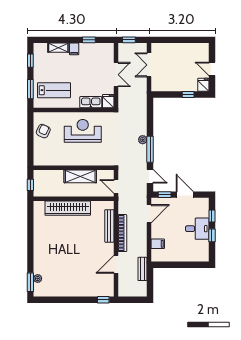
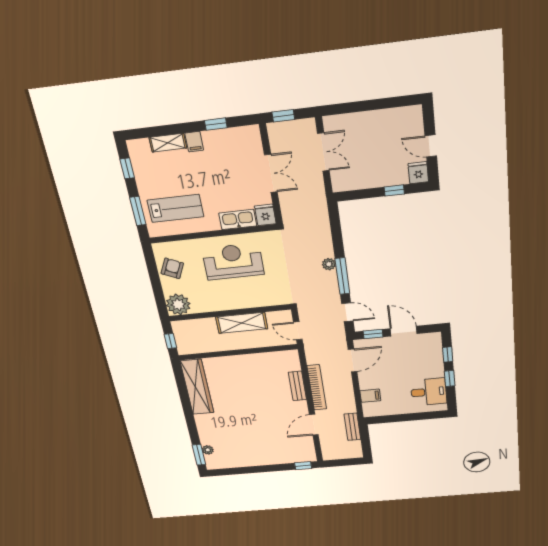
double door: (149, 65) -> (323, 152), swing flipped
plant: (41, 158) -> (178, 304), added
wardrobe: (68, 208) -> (197, 387), moved, turned -90
bench: (109, 226) -> (297, 386), width x0.73
desk: (197, 229) -> (429, 392), moved

